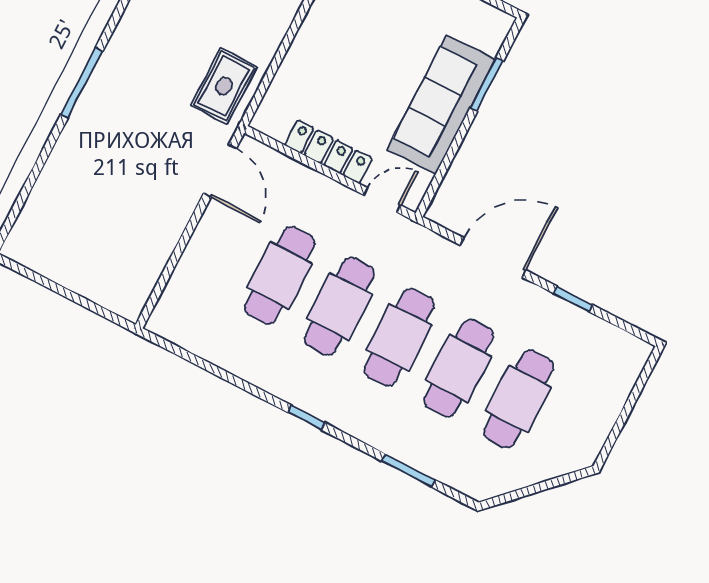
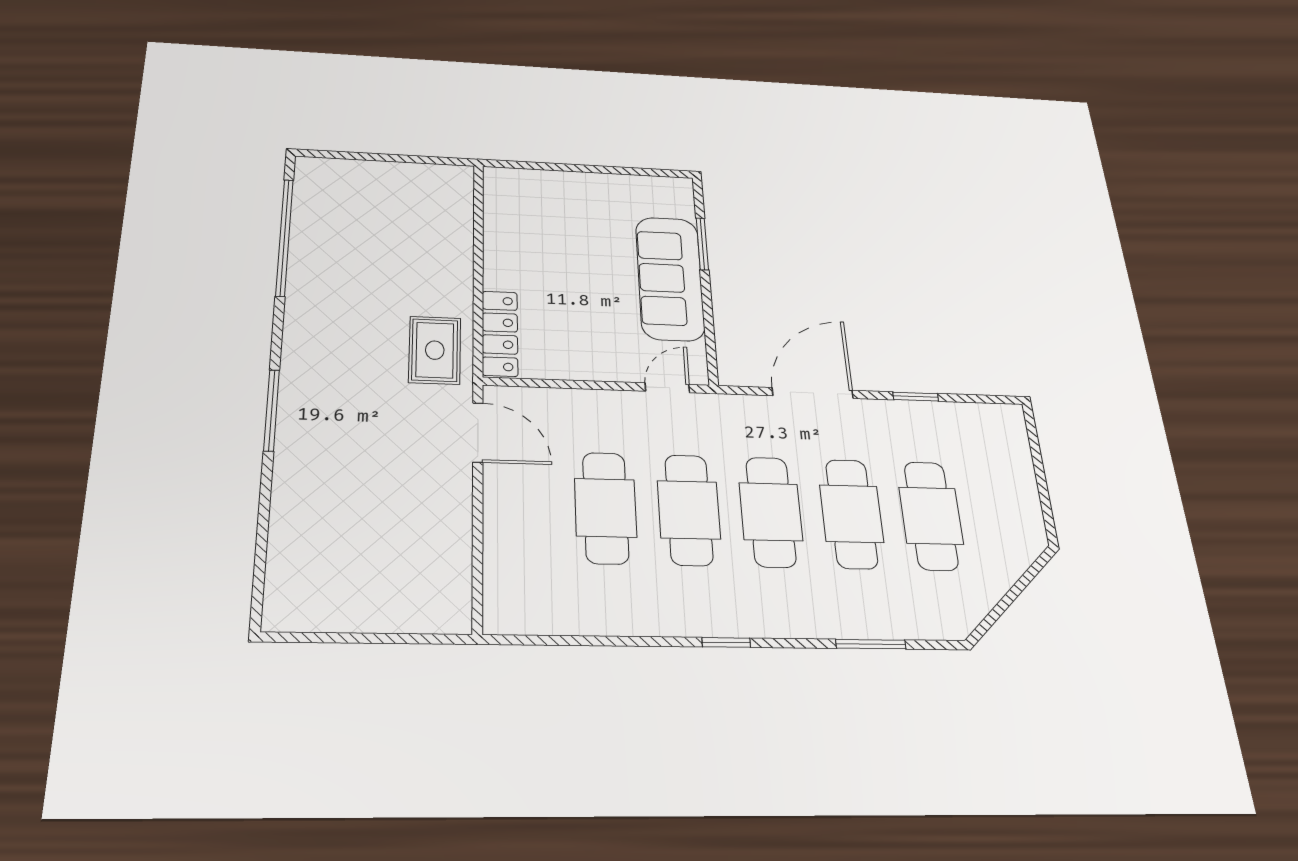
locker: (328, 152) -> (500, 333), moved, turned 90

